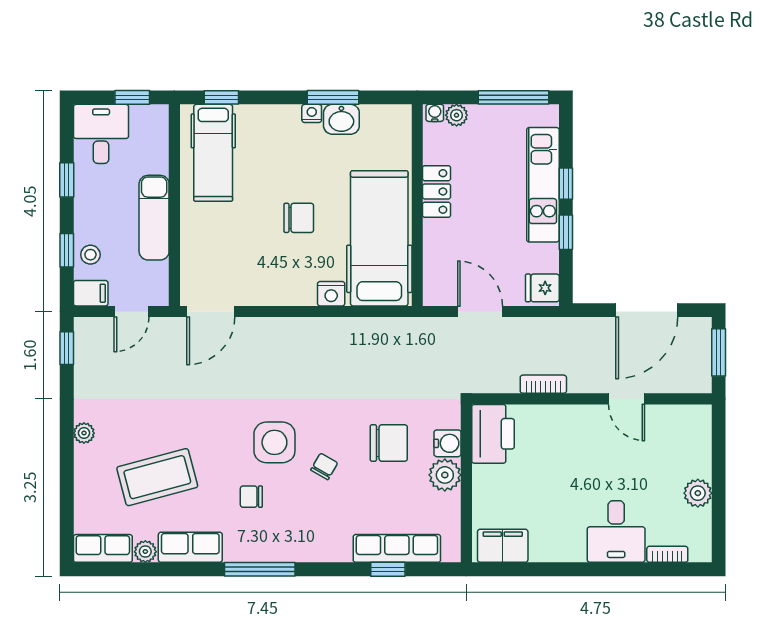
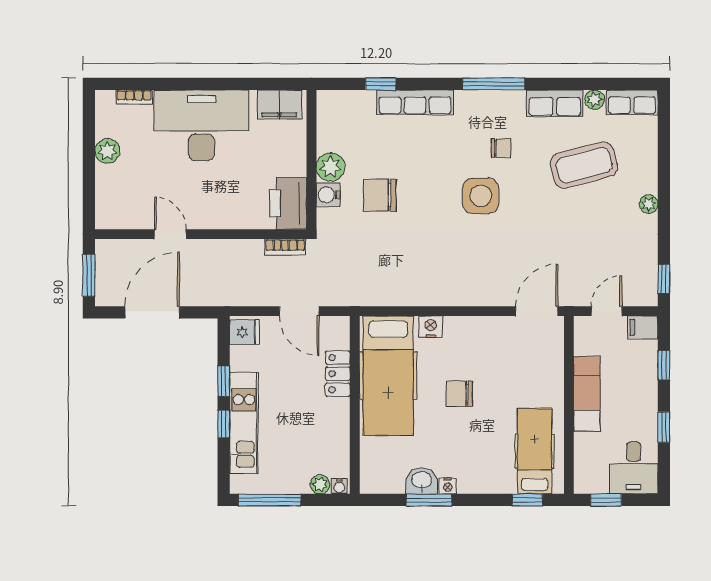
locker: (437, 191) -> (338, 374), moved
stool: (90, 255) -> (643, 361), removed
bookcase: (543, 384) -> (285, 247), moved
chair: (324, 466) -> (437, 175), removed
desk: (616, 532) -> (201, 125), width x1.87, depth x1.30
row of seats: (397, 548) -> (415, 102), moved

